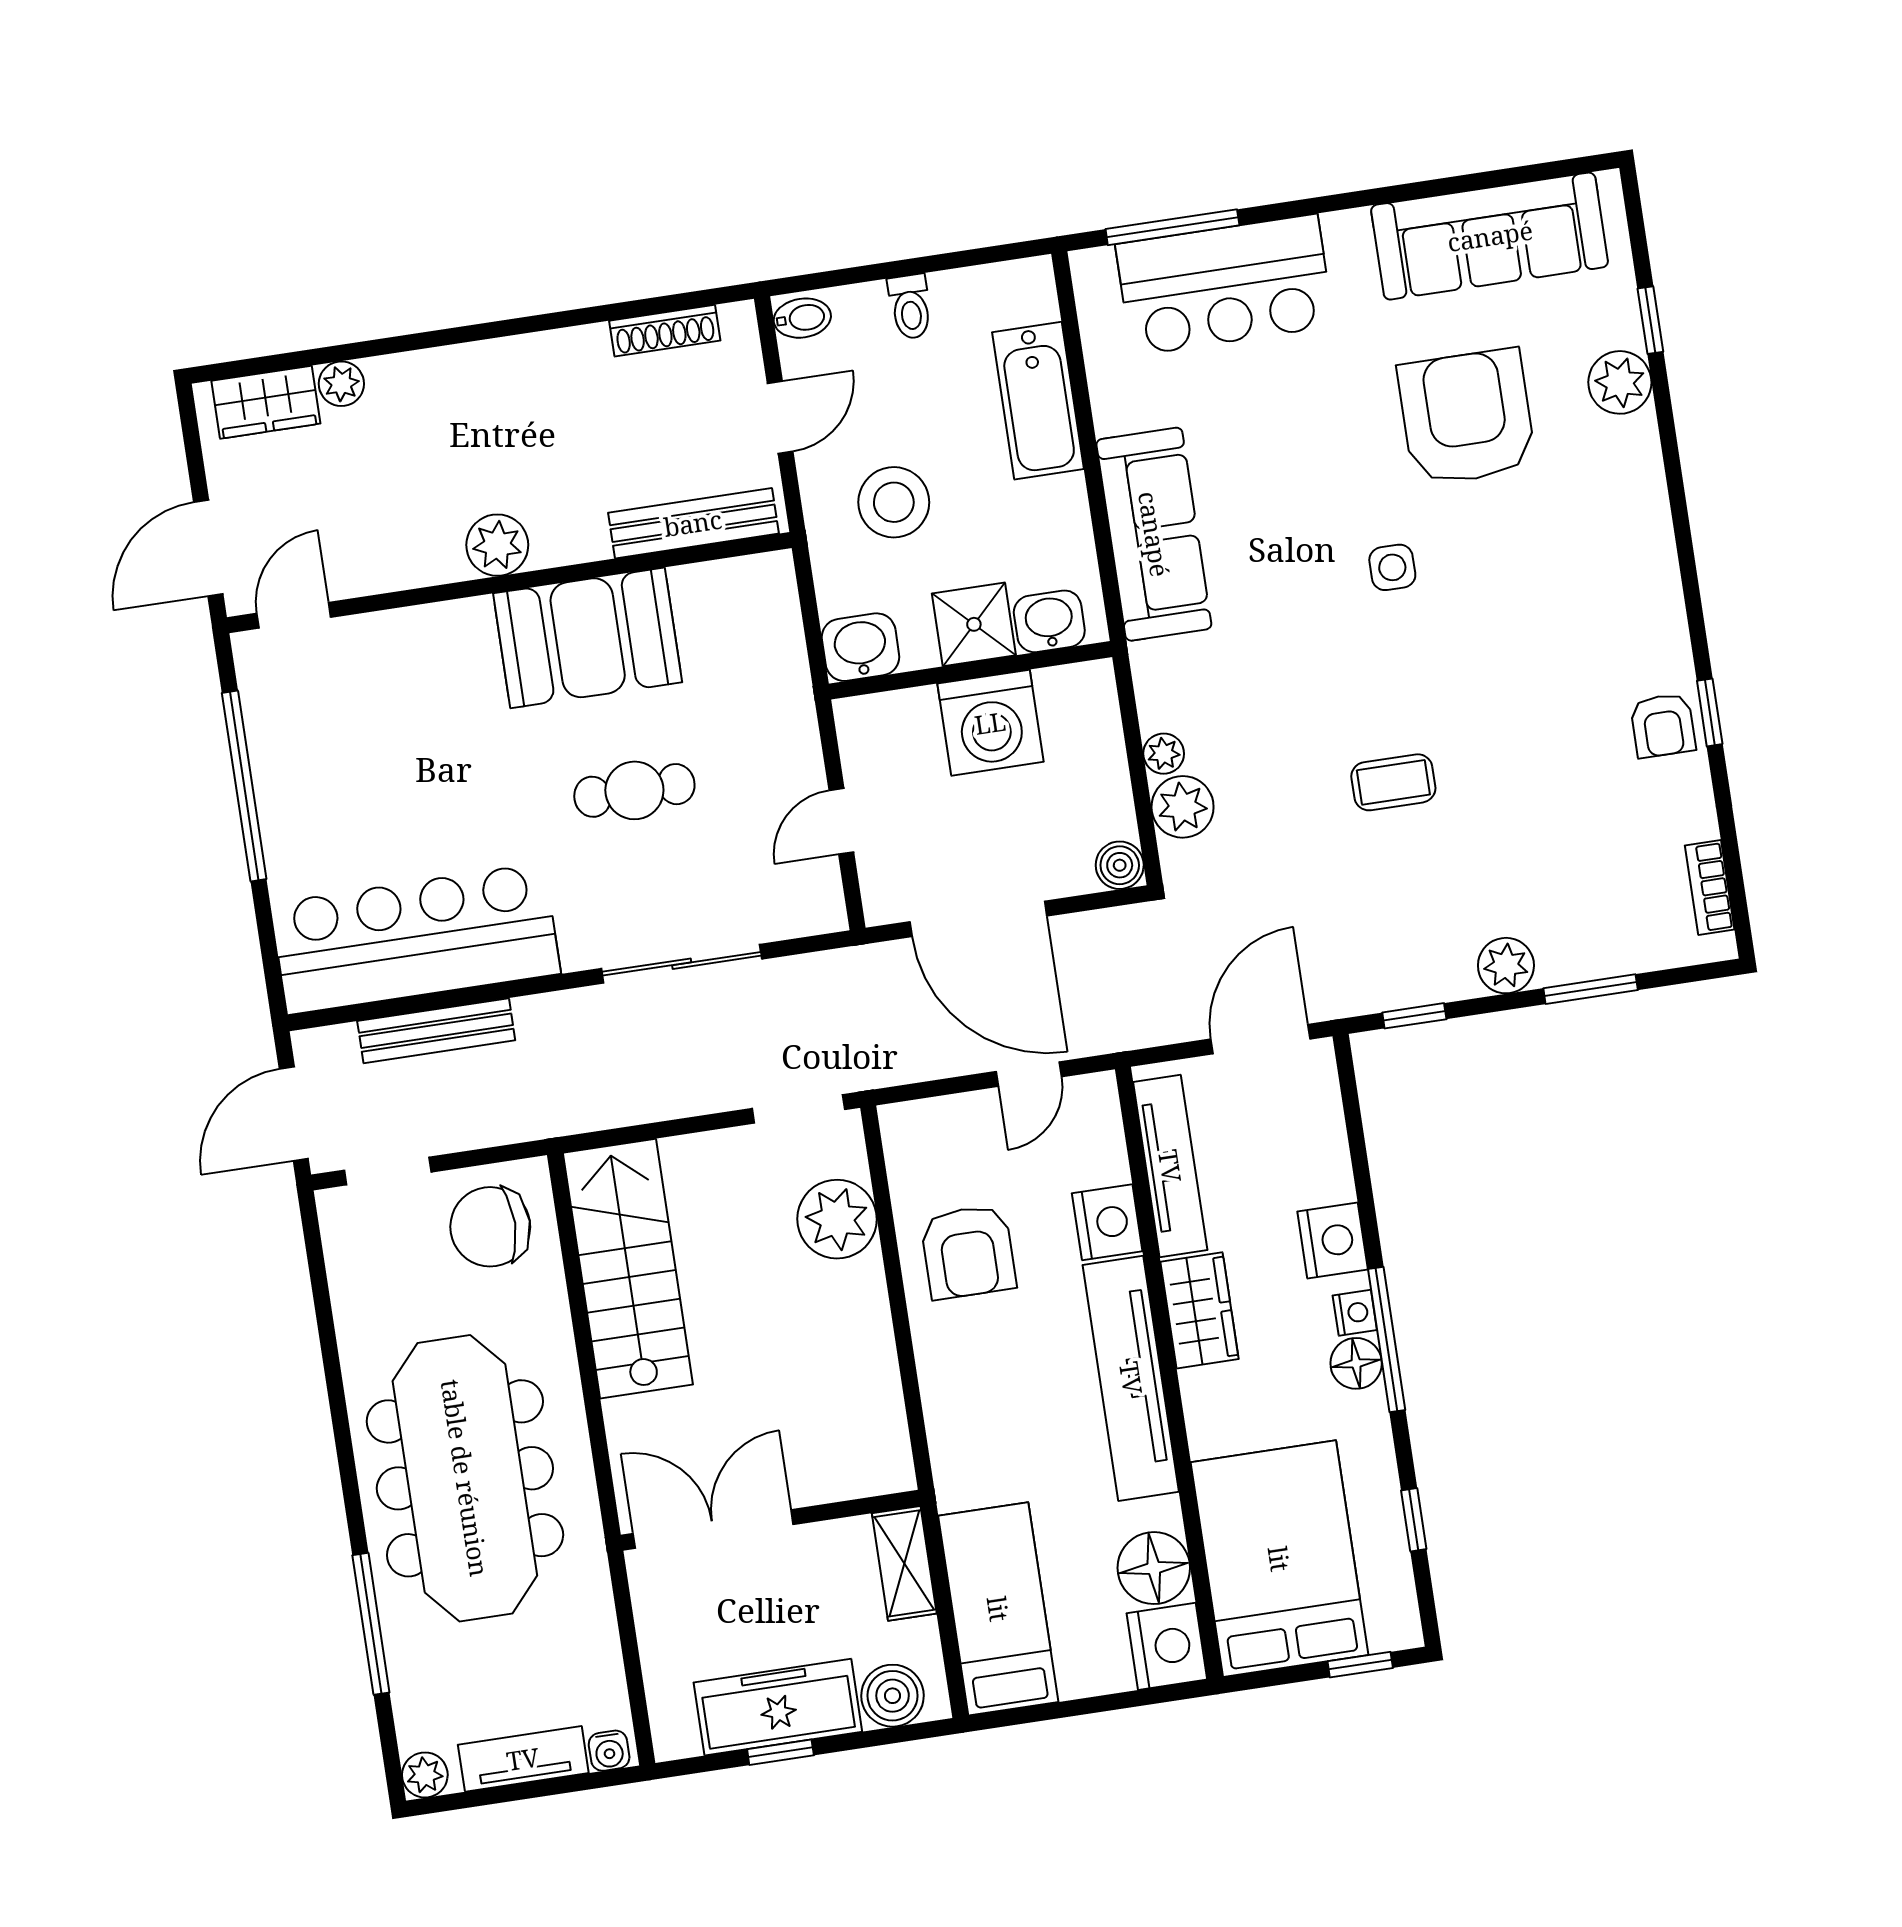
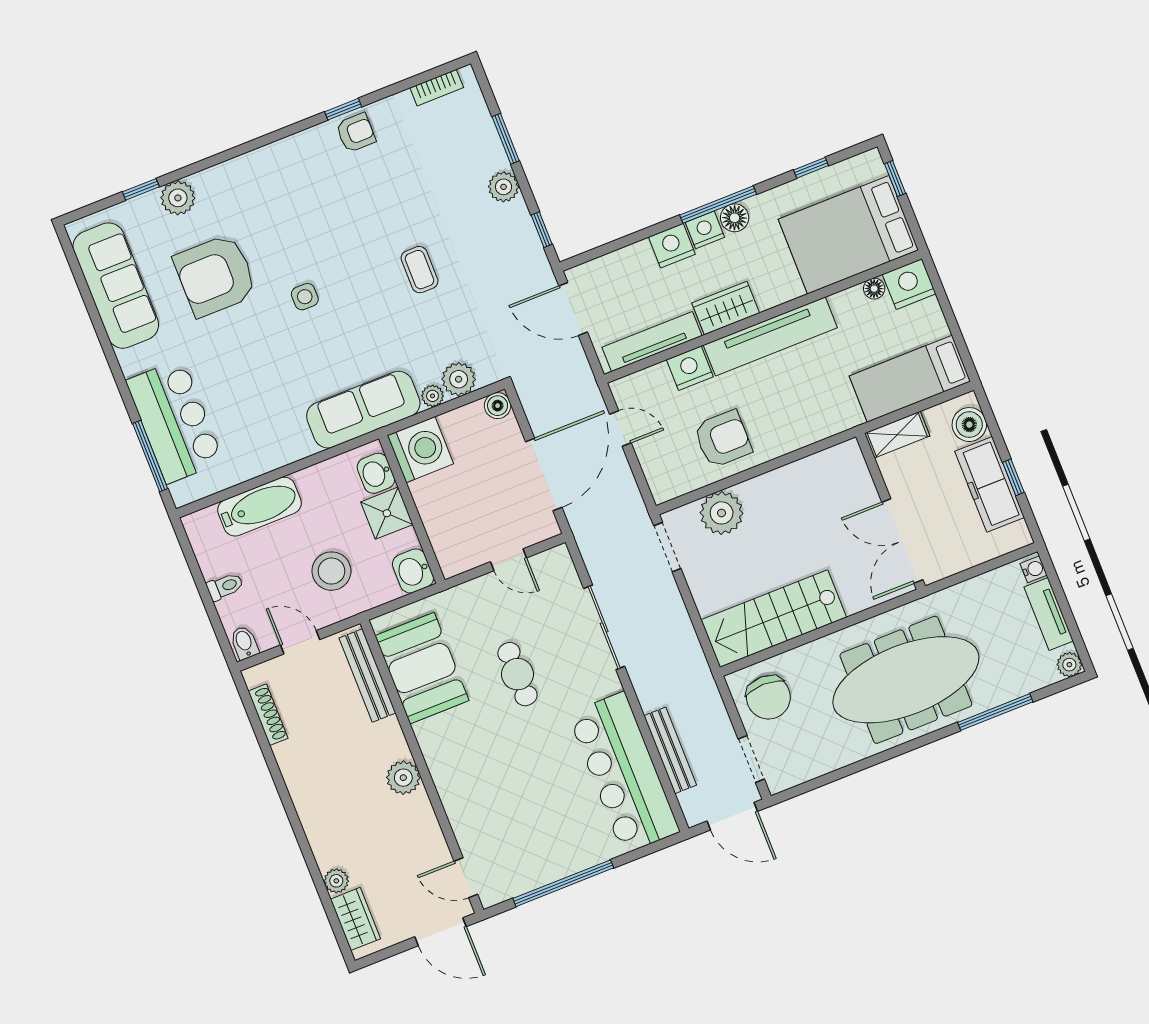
sofa: (1154, 534) -> (363, 410), moved
booth: (588, 638) -> (422, 668), moved
washing machine: (990, 723) -> (420, 450), moved
nightstand: (1355, 1313) -> (705, 230), width x1.39, depth x1.35
floor lamp: (1154, 1568) -> (874, 289), width x0.53, depth x0.53

